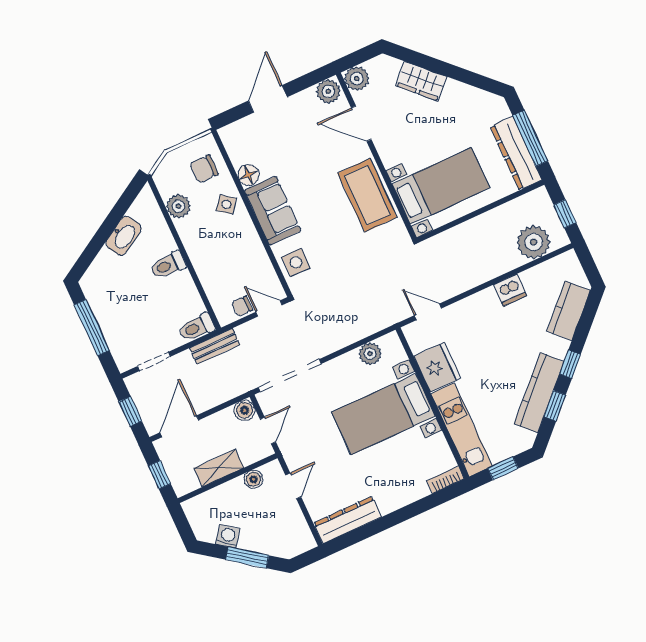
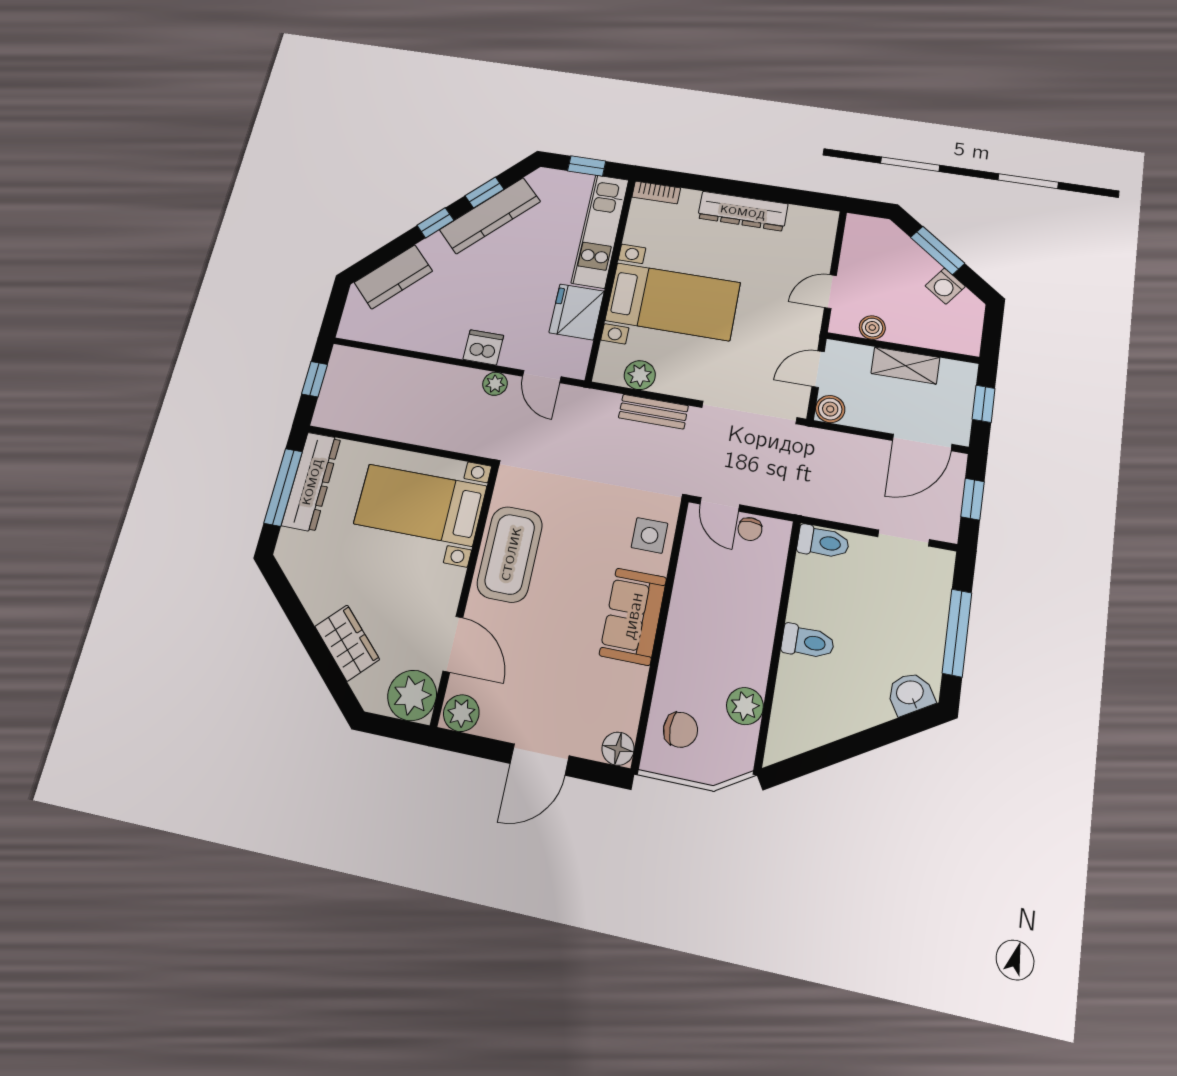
plant: (357, 79) -> (412, 695), width x1.36, depth x1.36
floor lamp: (249, 175) -> (618, 749), moved
side table: (226, 204) -> (684, 665), removed
washbasin: (124, 236) -> (910, 693), moved, width x0.72
plant: (534, 242) -> (495, 384), moved, width x0.53, depth x0.53
dishwasher: (510, 290) -> (483, 347), moved
chair: (242, 306) -> (750, 529), turned 90
bench: (215, 346) -> (653, 412), moved
dresser: (348, 520) -> (743, 211), moved

